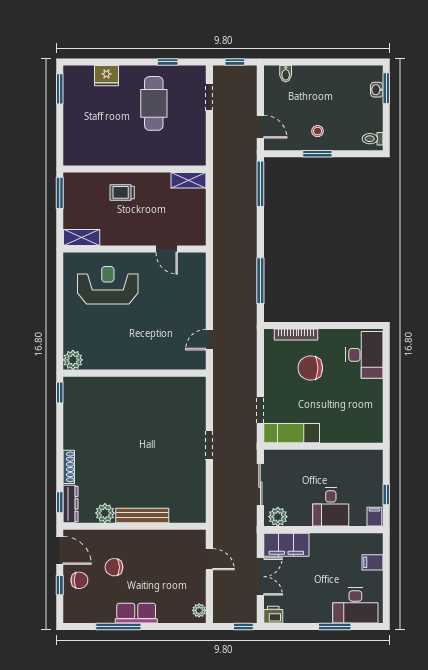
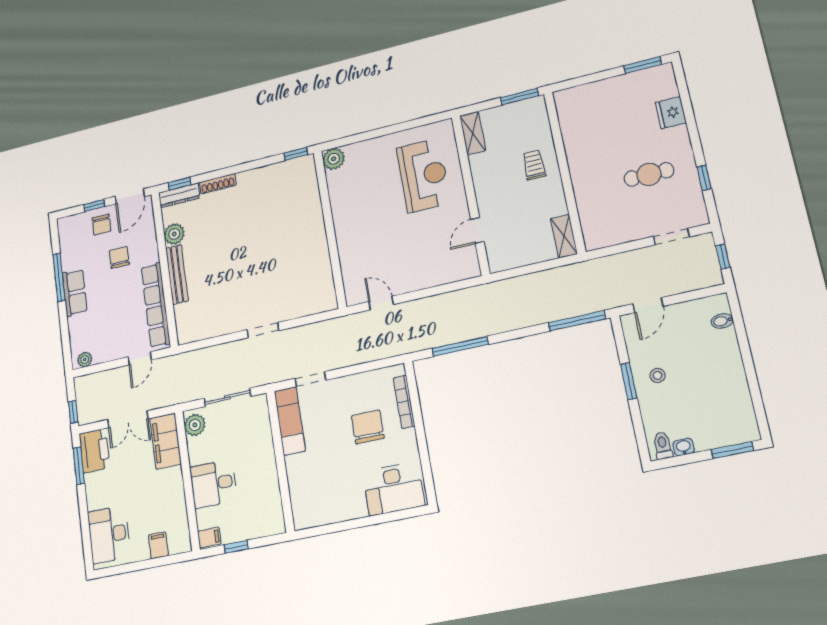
washbasin: (377, 90) -> (684, 447), moved
cafe table: (154, 103) -> (649, 174), width x0.73, depth x0.74
row of seats: (165, 539) -> (156, 305), added
printer: (273, 615) -> (94, 451), width x1.87, depth x1.48
window: (335, 627) -> (79, 466), moved

